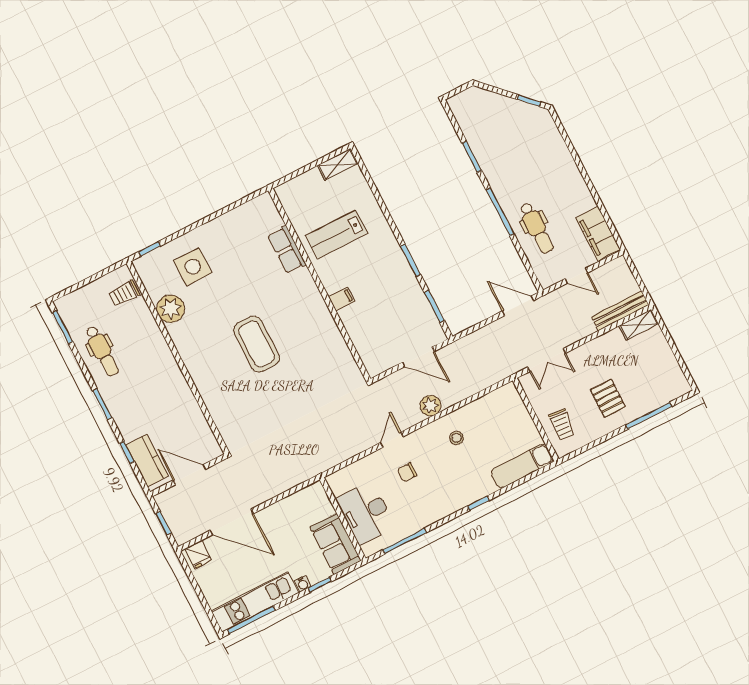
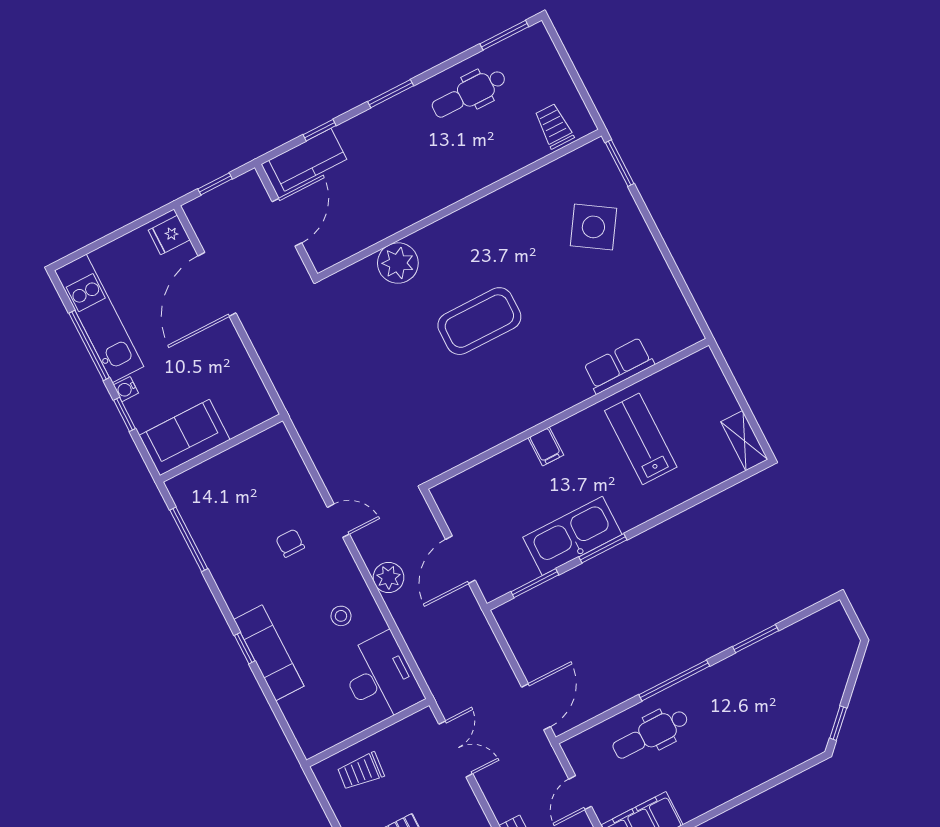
window: (149, 249) -> (620, 163), width x1.50
side table: (193, 267) -> (593, 227), turned 33
kitchen sink: (402, 281) -> (572, 536), added
plant: (171, 309) -> (398, 263), moved
double door: (547, 360) -> (456, 749), swing flipped
exam couch: (522, 466) -> (269, 653), moved
desk: (366, 513) -> (380, 678), moved, turned 90
window: (251, 620) -> (89, 345), moved

